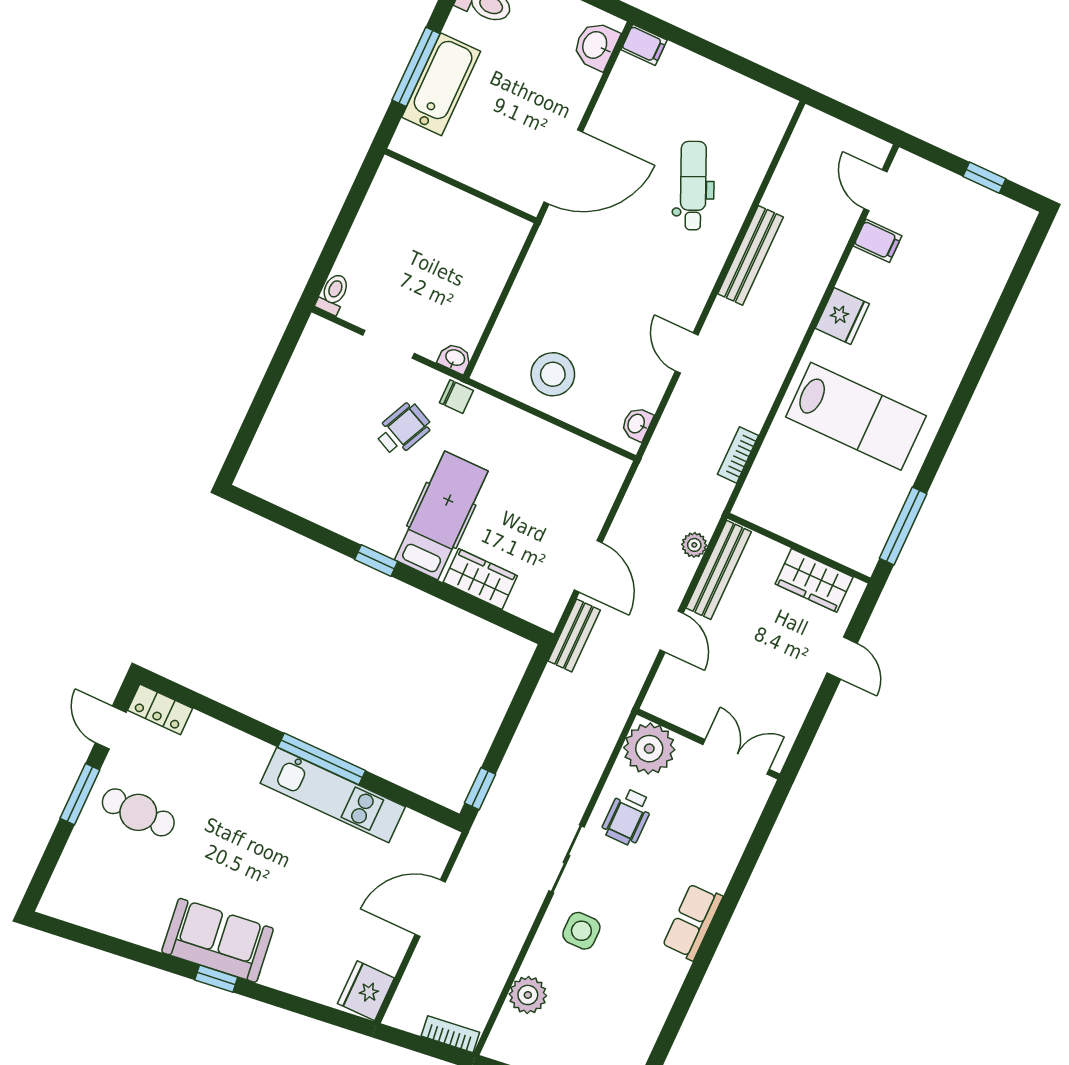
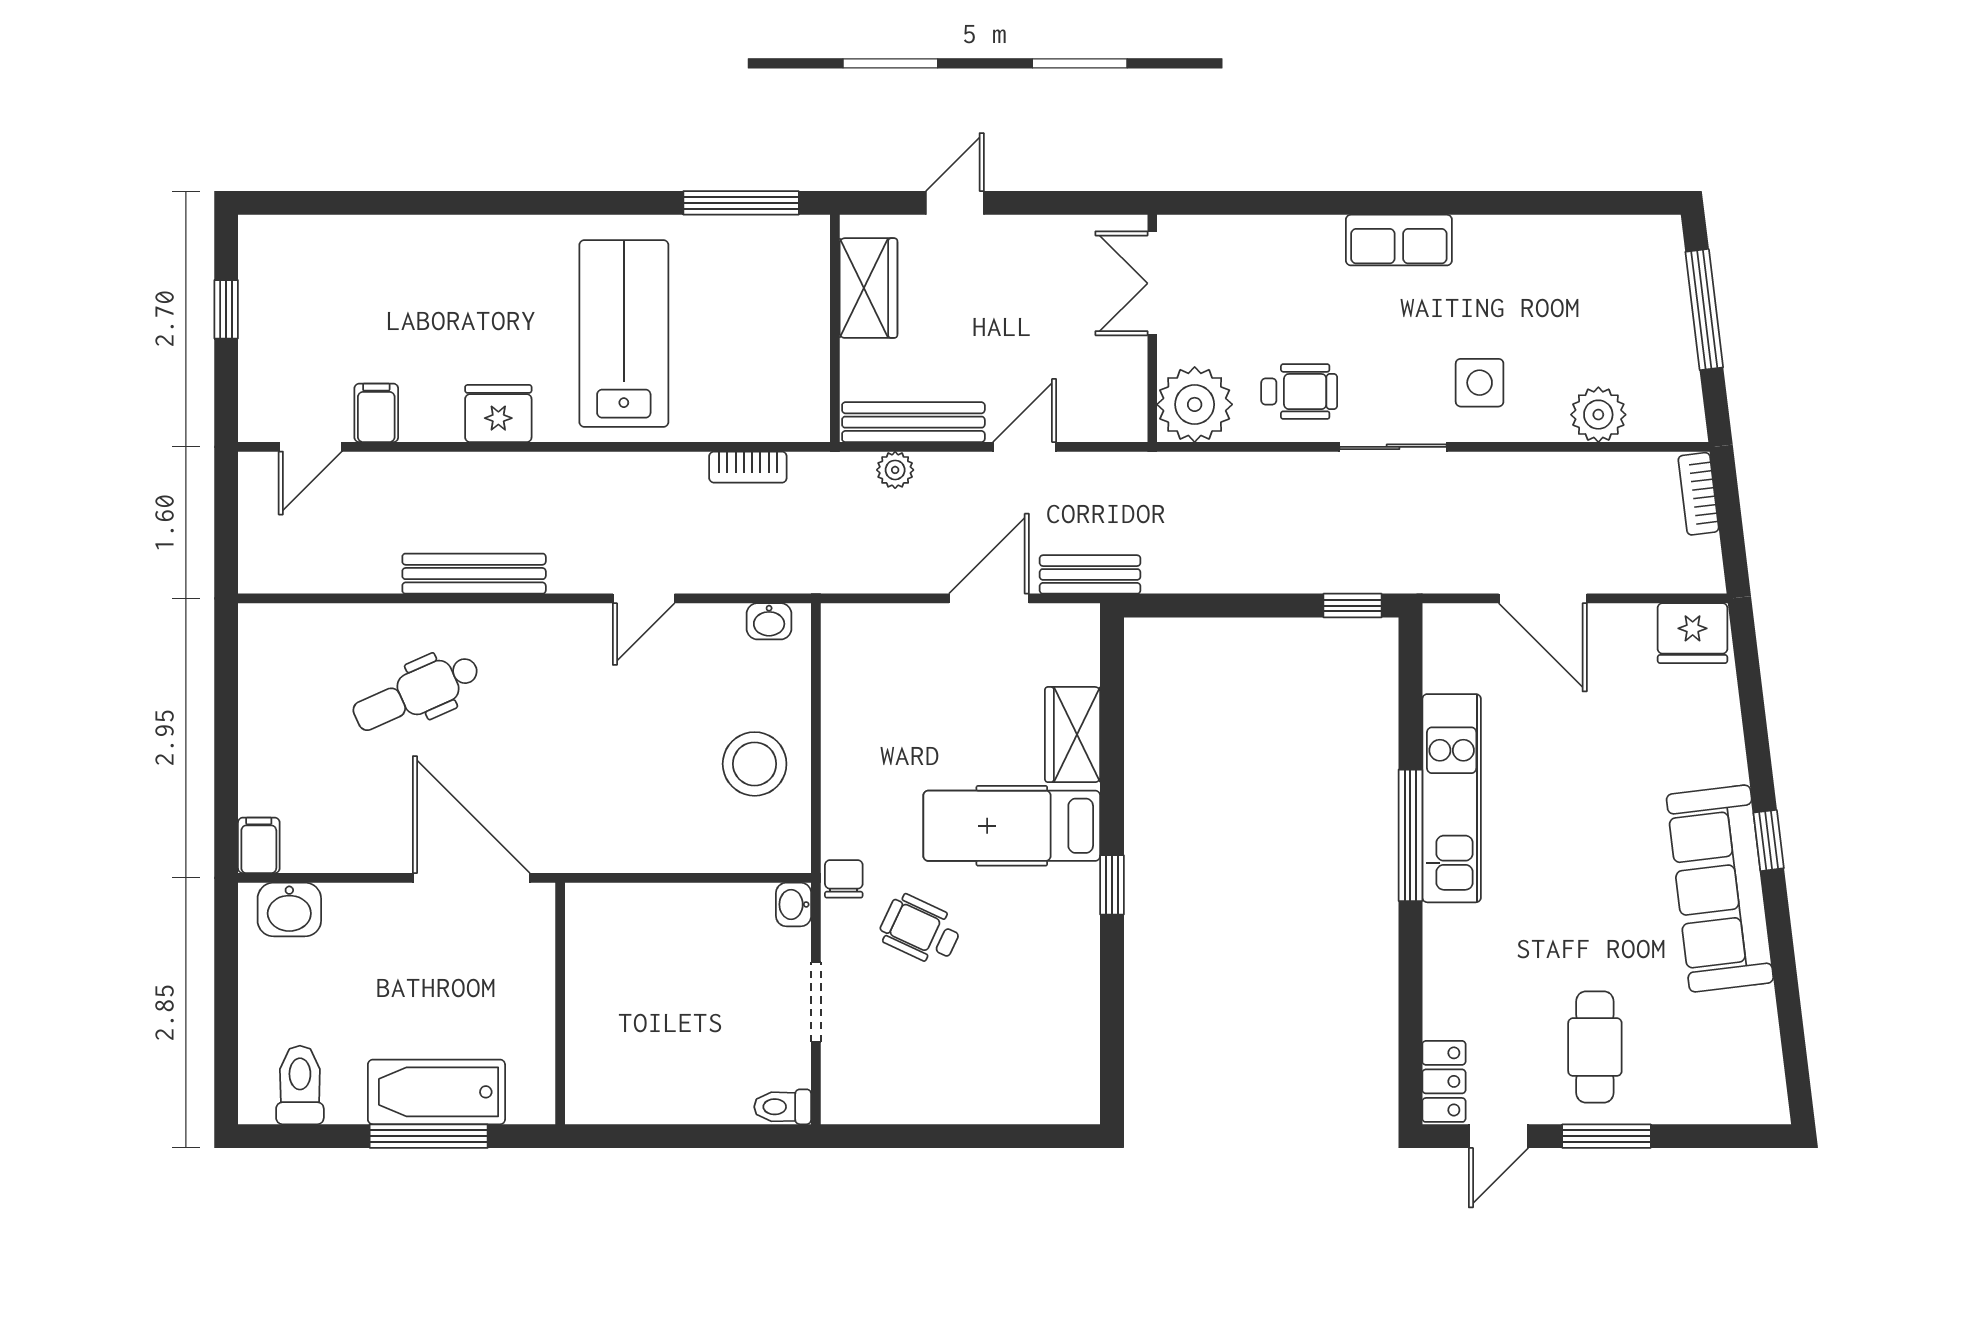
sofa: (218, 940) -> (1720, 889), width x1.36

